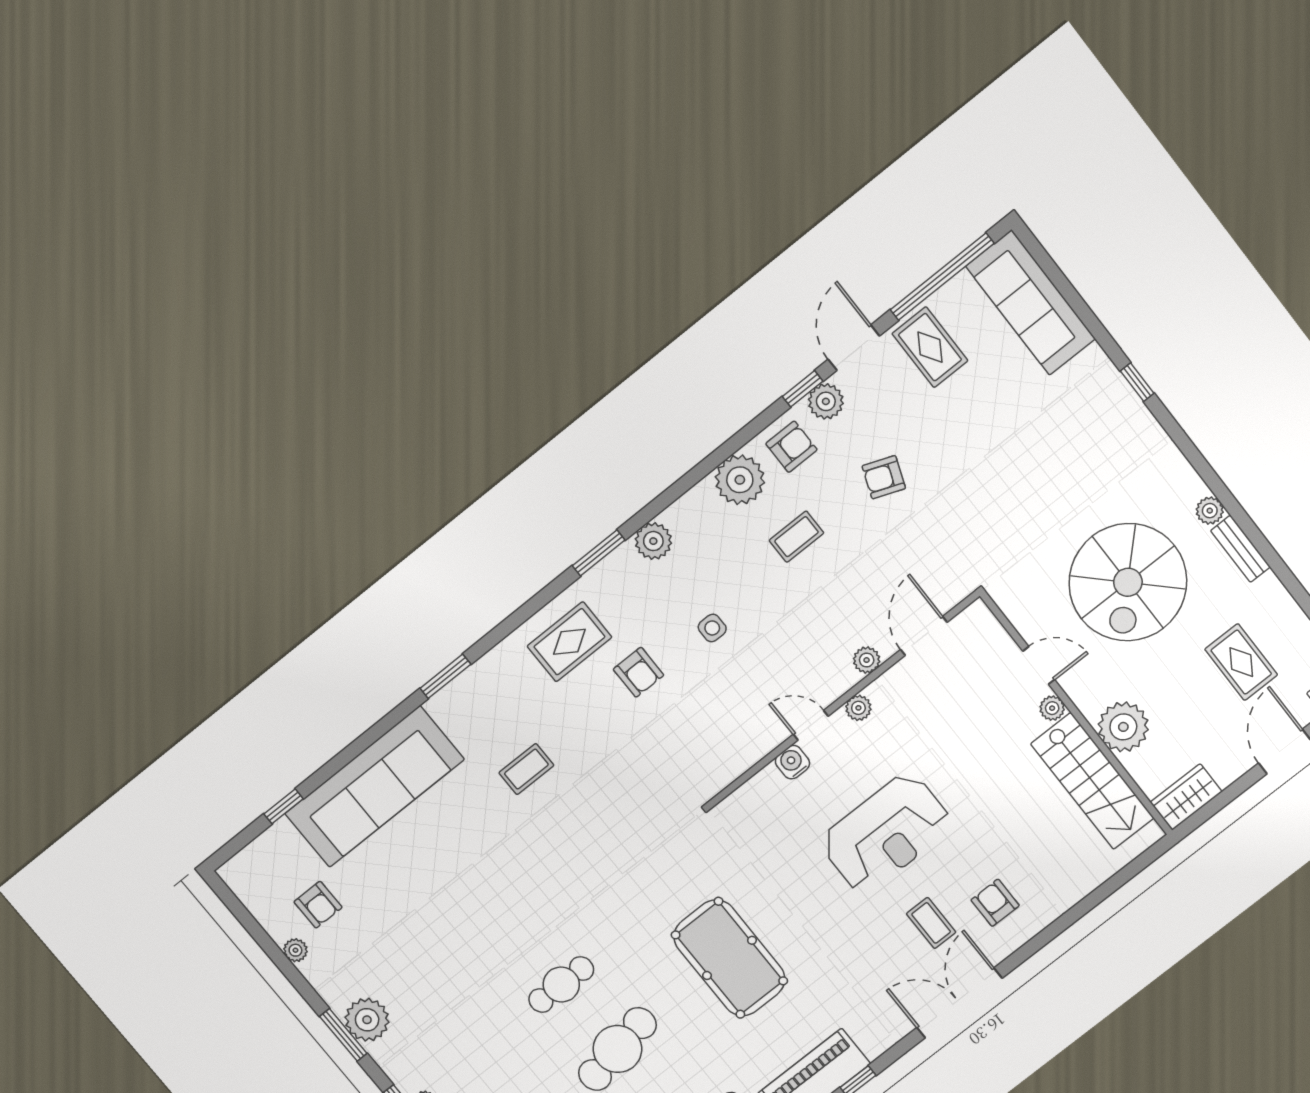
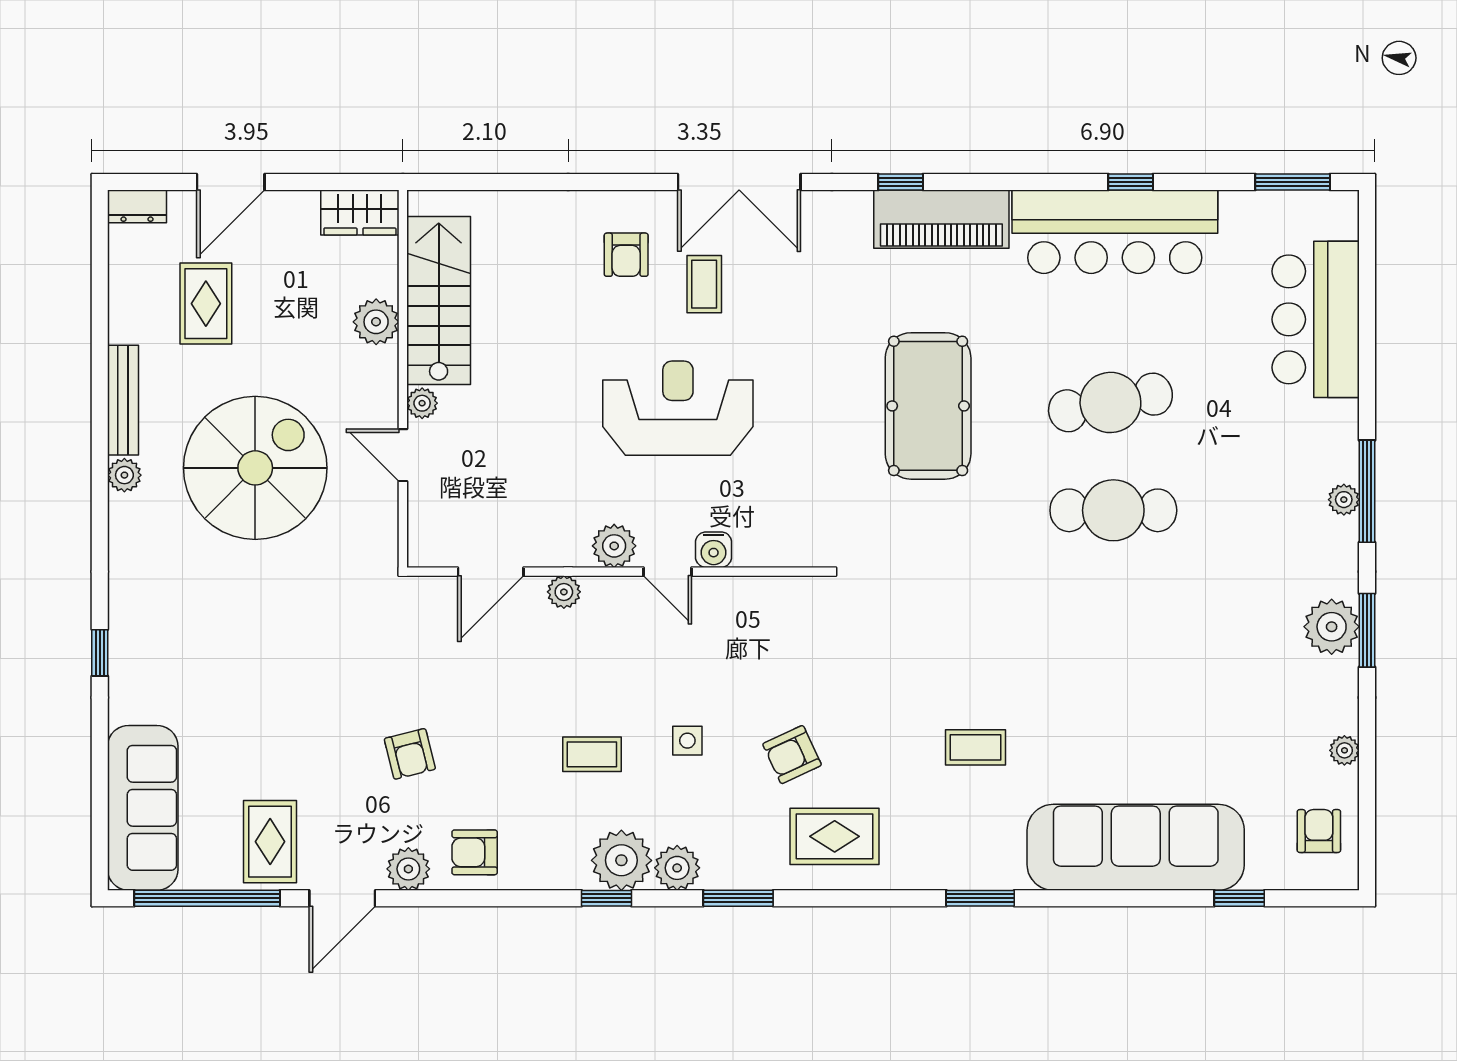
window: (803, 389) -> (607, 898), moved
armchair: (884, 477) -> (410, 754), turned 55
plant: (740, 480) -> (621, 860), moved
coffee table: (796, 537) -> (592, 754), moved
bench: (1240, 549) -> (123, 400), width x1.36
armchair: (638, 672) -> (792, 755), turned -115
plant: (858, 708) -> (614, 546), width x1.38, depth x1.38
plant: (1123, 727) -> (376, 322), width x0.73, depth x0.73
armchair: (318, 905) -> (1319, 831), moved
cafe table: (561, 985) -> (1113, 510), width x1.37, depth x1.35

